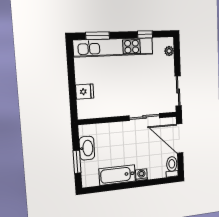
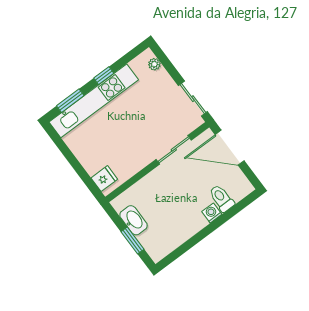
window: (145, 34) -> (104, 76), moved
fridge: (85, 92) -> (104, 179), moved
toilet: (172, 167) -> (222, 198), moved
bathtub: (117, 175) -> (185, 229), removed

